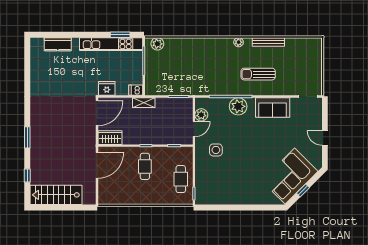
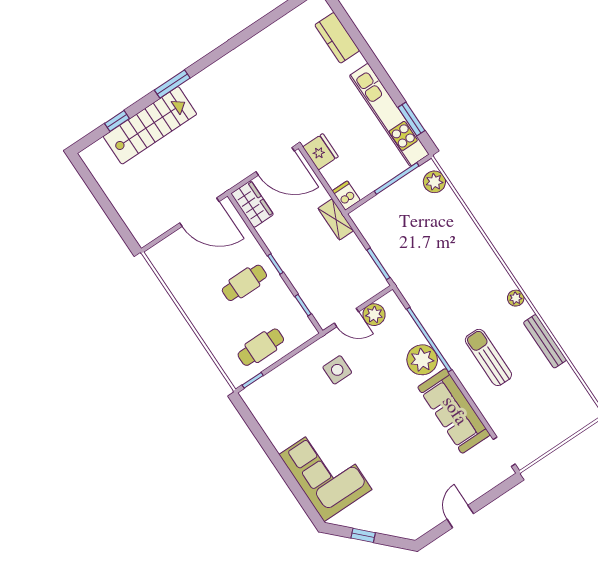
sofa: (273, 108) -> (454, 411), width x1.36
corner sofa: (290, 176) -> (325, 472), moved, turned 45
stairs: (56, 195) -> (150, 125), moved, turned 90

